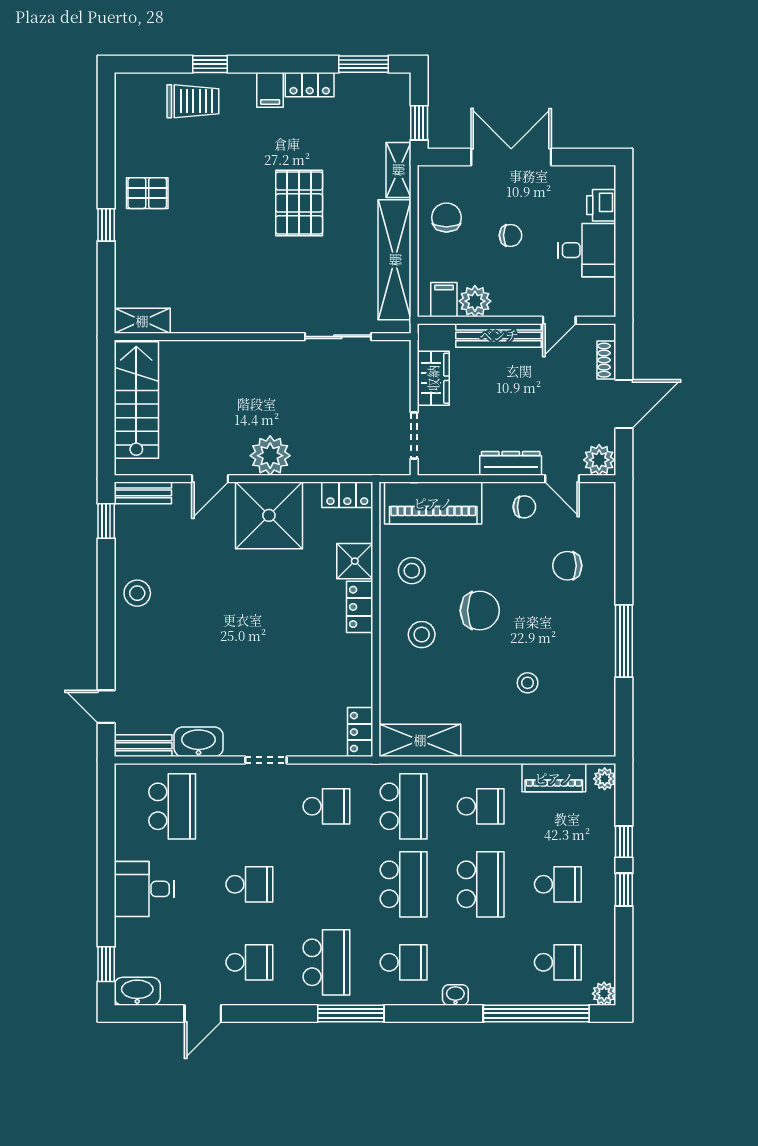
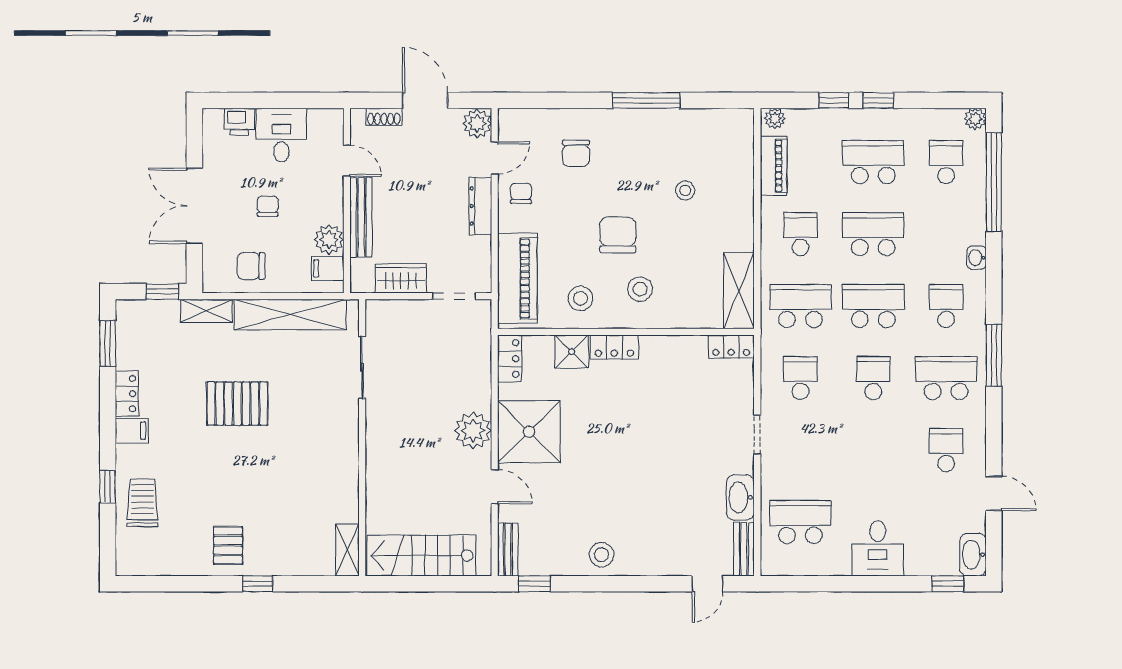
school desk: (249, 884) -> (873, 378), moved
school desk: (558, 884) -> (873, 162), width x1.85

